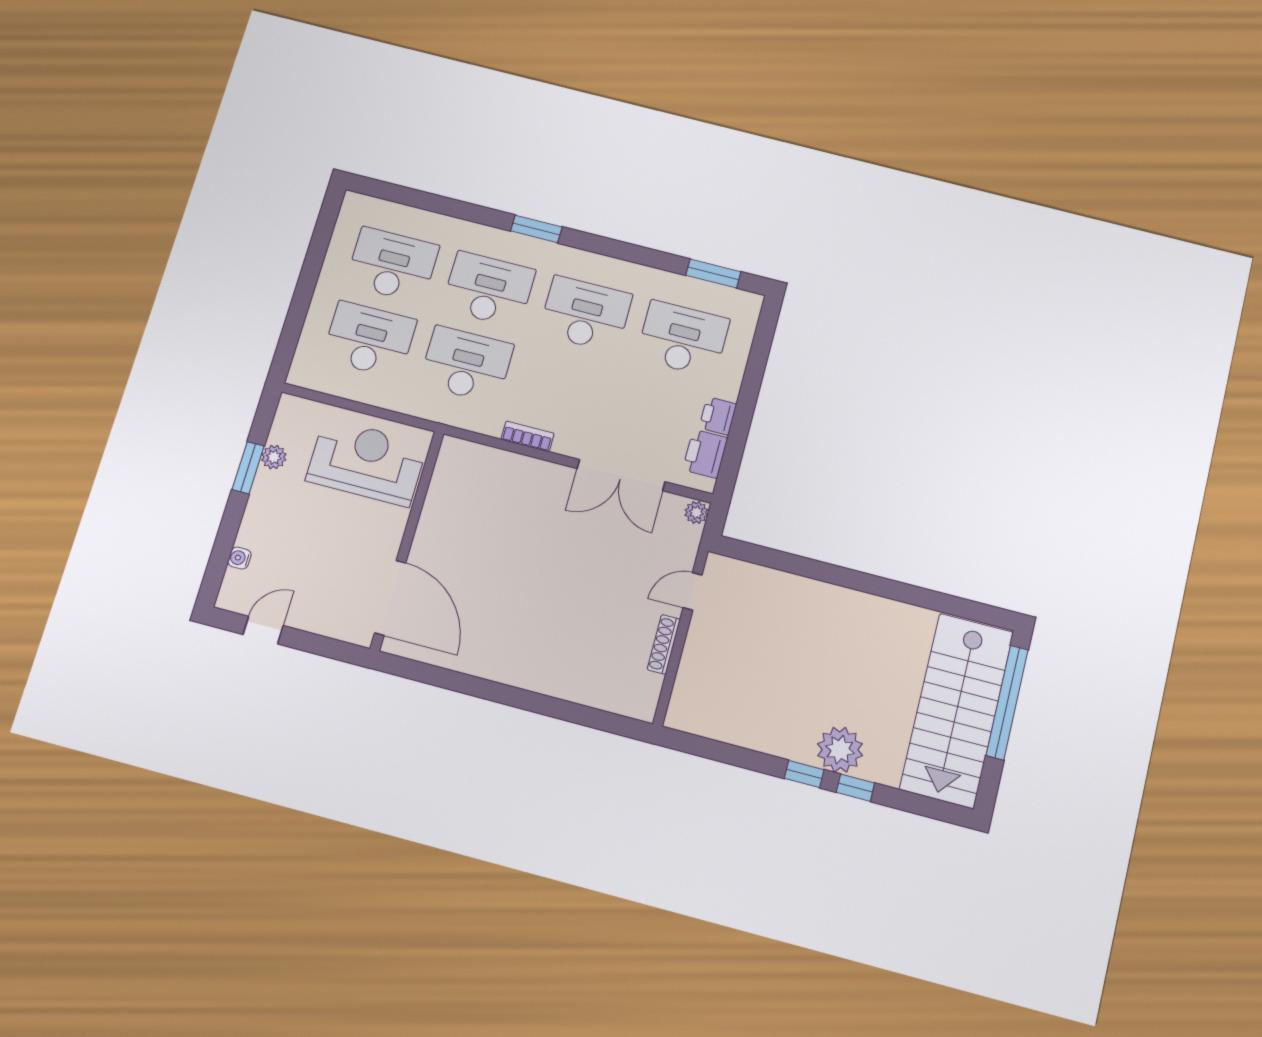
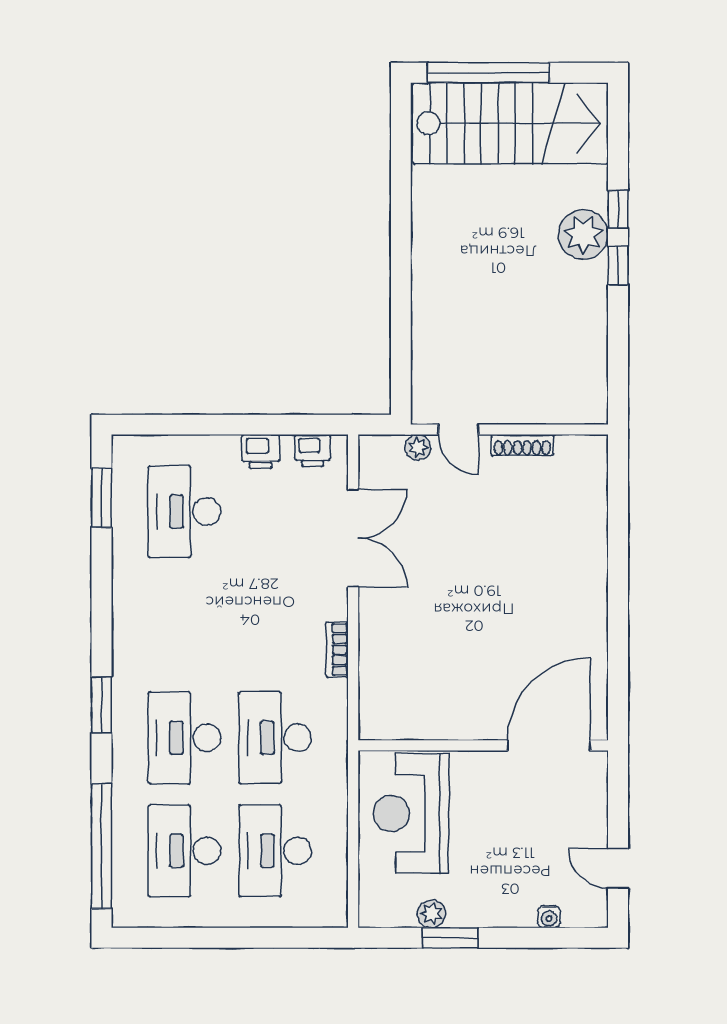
window: (417, 199) -> (102, 846), added
desk: (585, 314) -> (184, 625), removed
printer: (705, 454) -> (313, 451), width x0.73, depth x0.81
plant: (696, 512) -> (418, 447), moved

